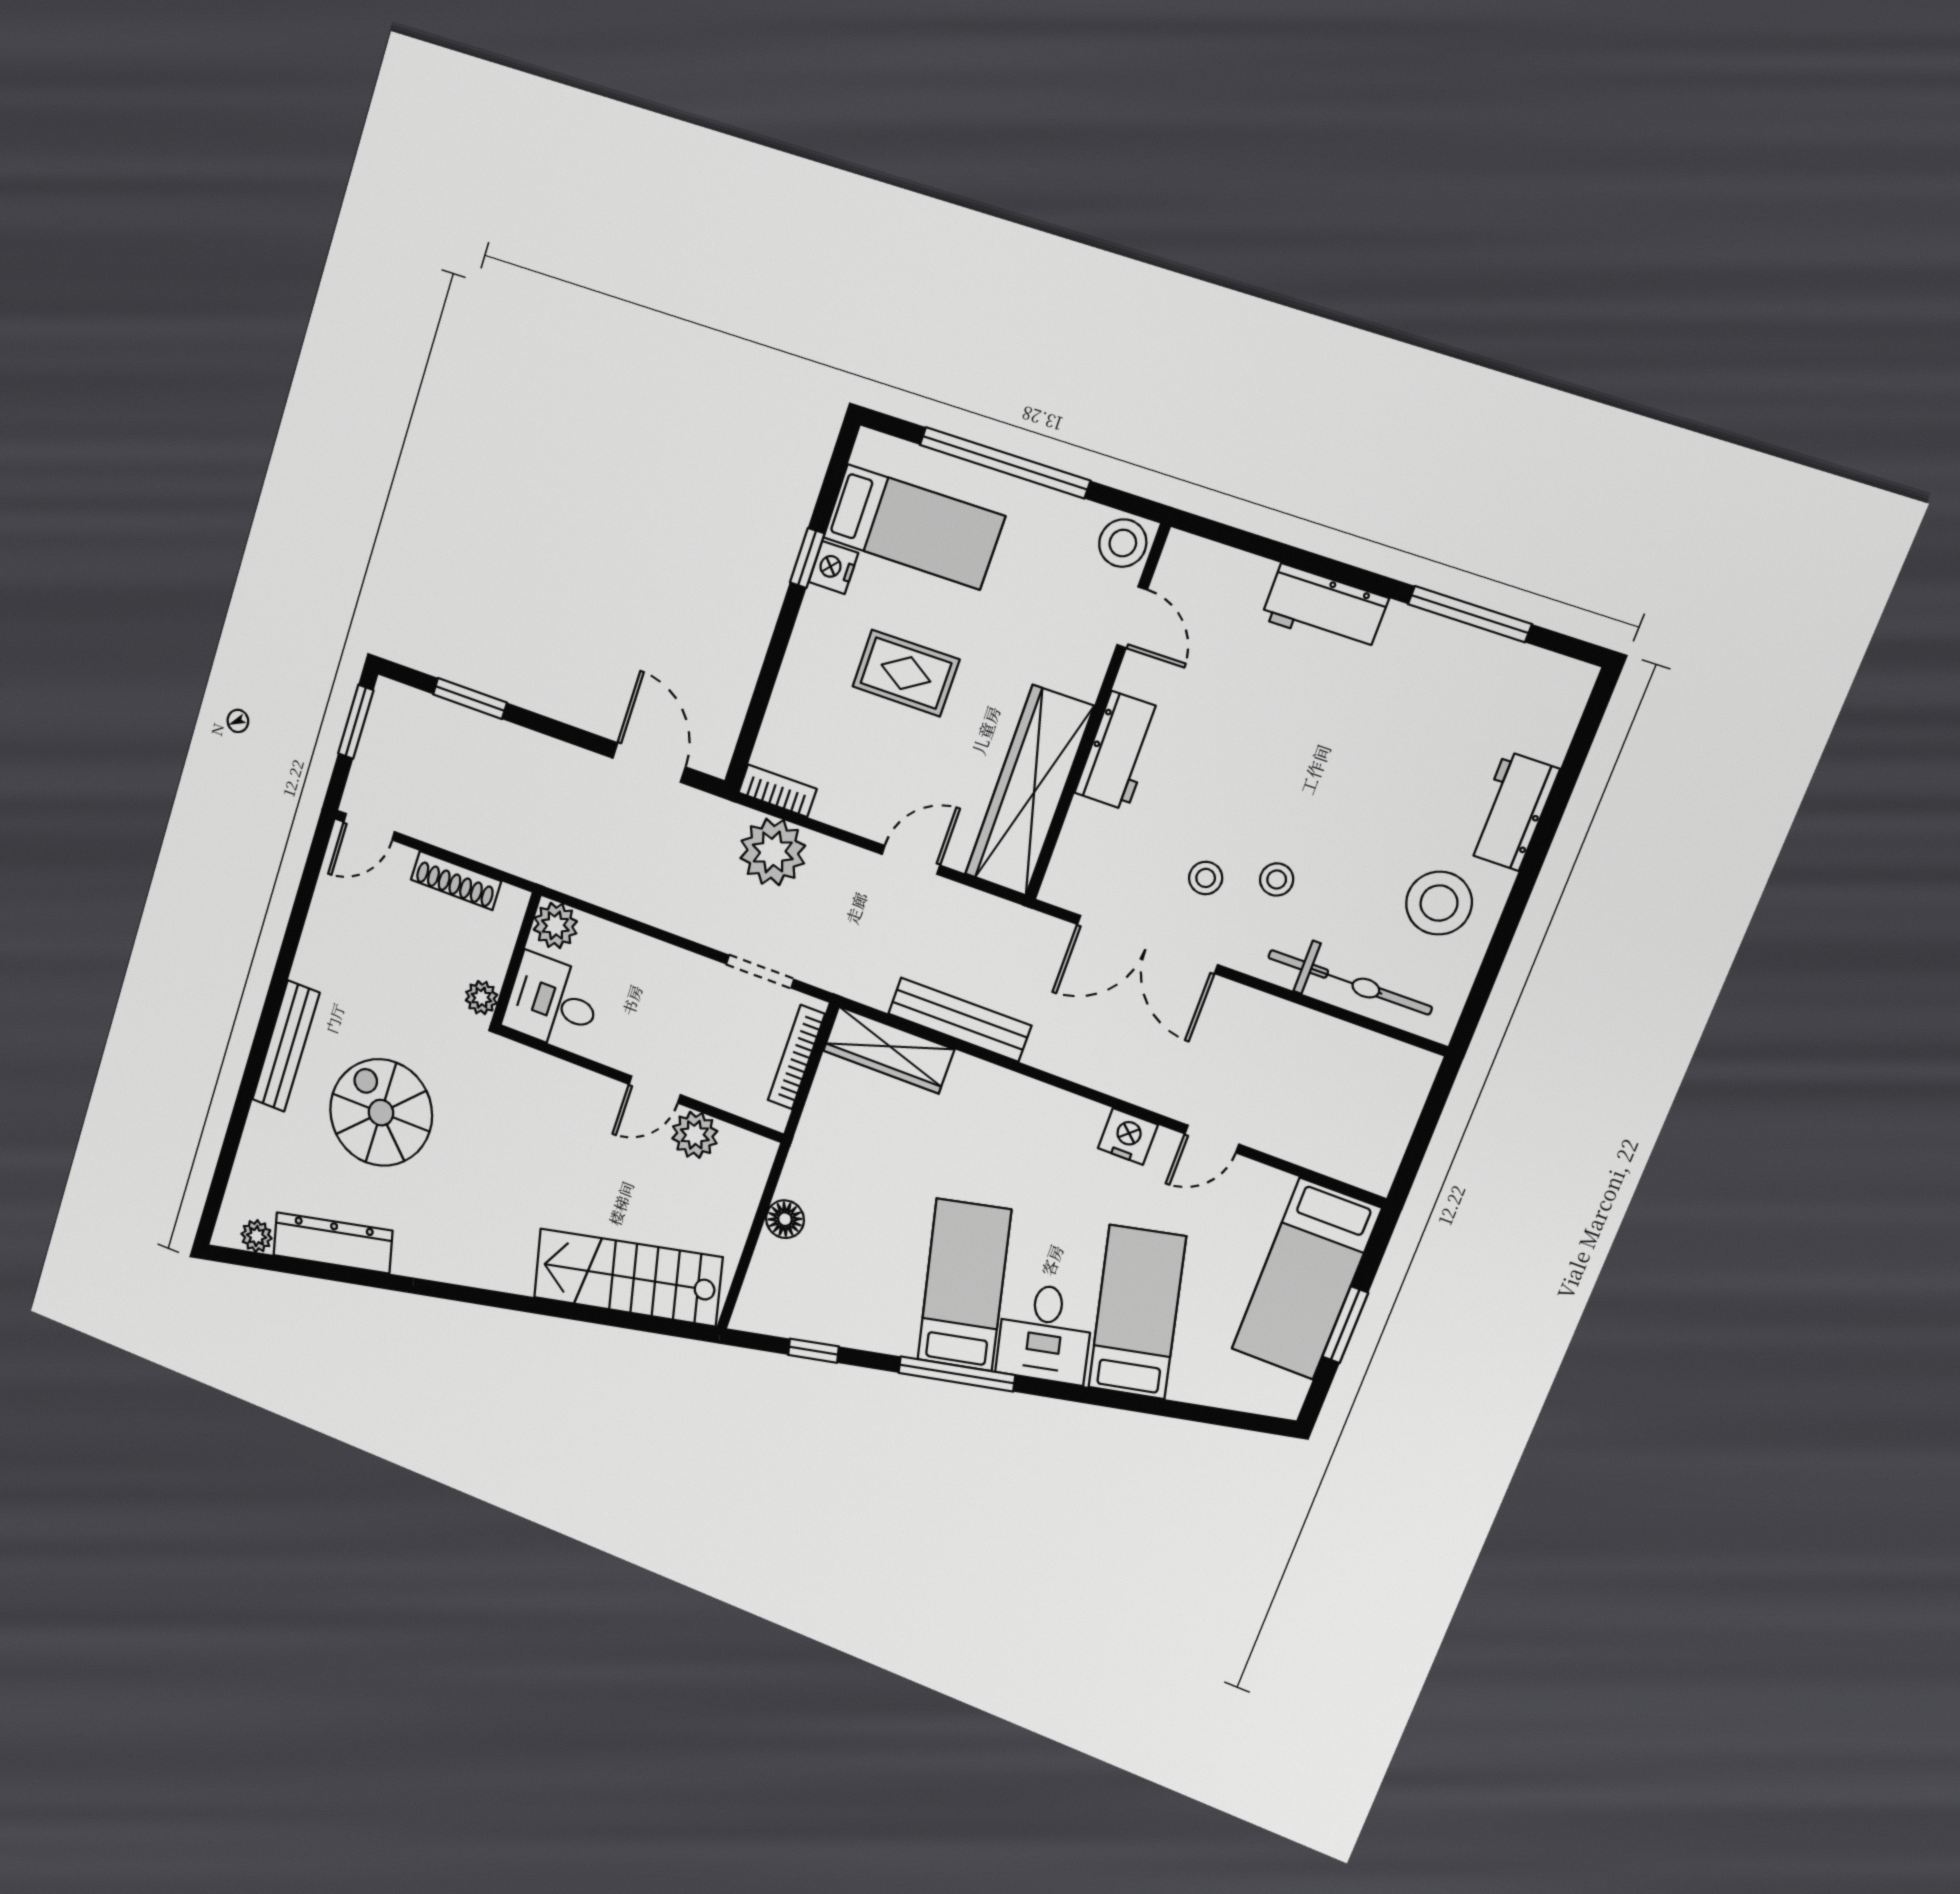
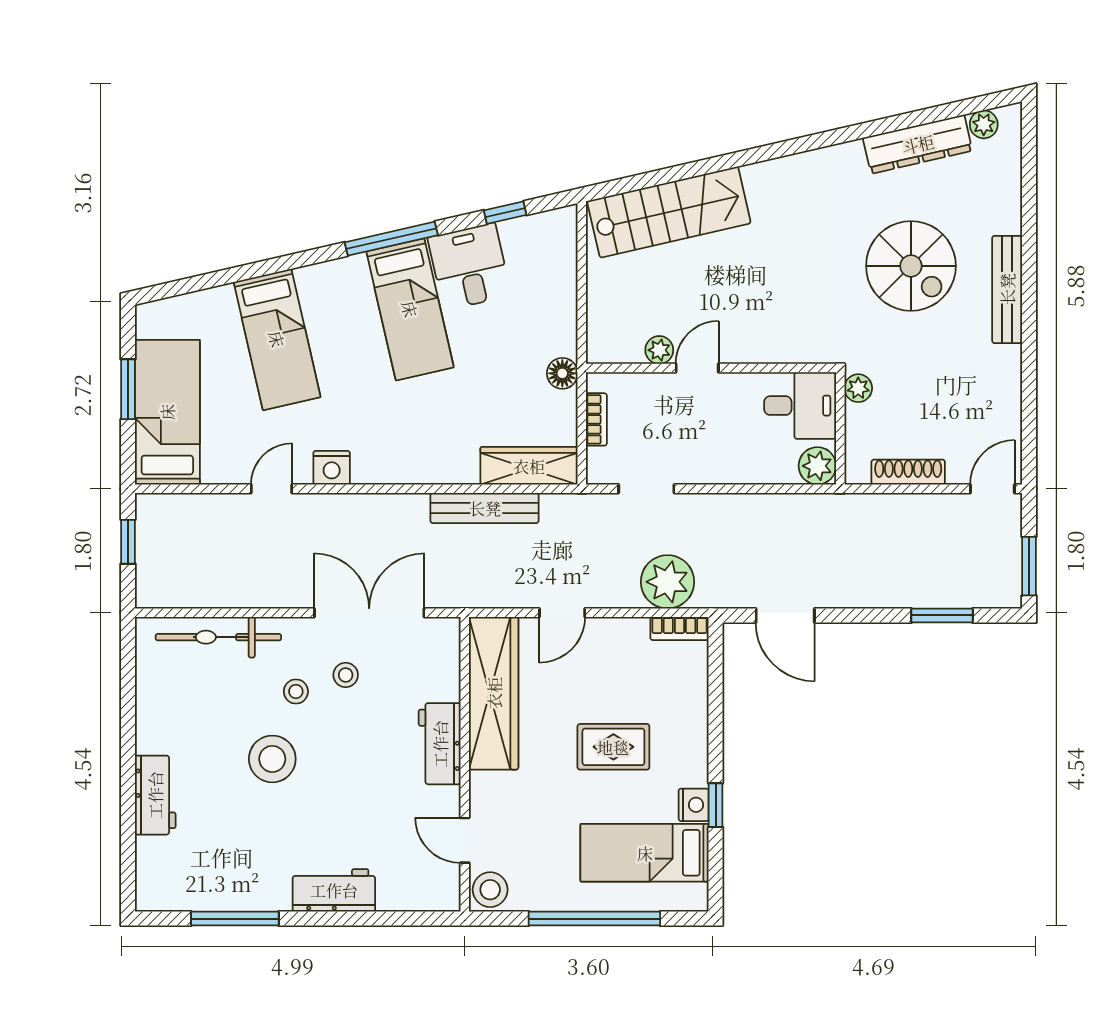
stool: (1439, 903) -> (272, 759), moved
bookcase: (796, 1057) -> (596, 419), width x0.64
plant: (695, 1135) -> (659, 350), width x0.73, depth x0.73
window: (1419, 1142) -> (128, 542), added
floor lamp: (785, 1219) -> (562, 373), moved
desk: (1045, 1333) -> (469, 266), moved

